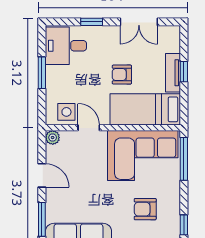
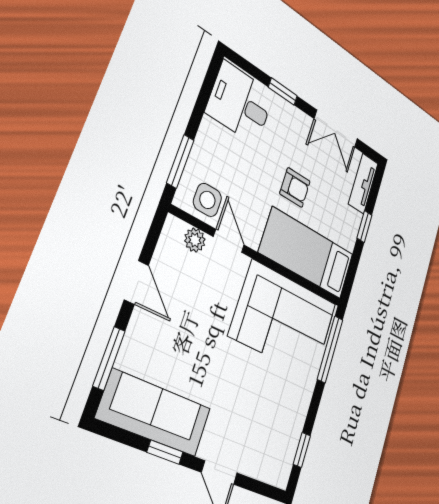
window: (42, 73) -> (180, 161), moved
tv unit: (173, 73) -> (363, 184), moved
armchair: (122, 75) -> (295, 187), turned 180
plant: (53, 138) -> (195, 240), moved
armchair: (145, 209) -> (262, 405), removed

